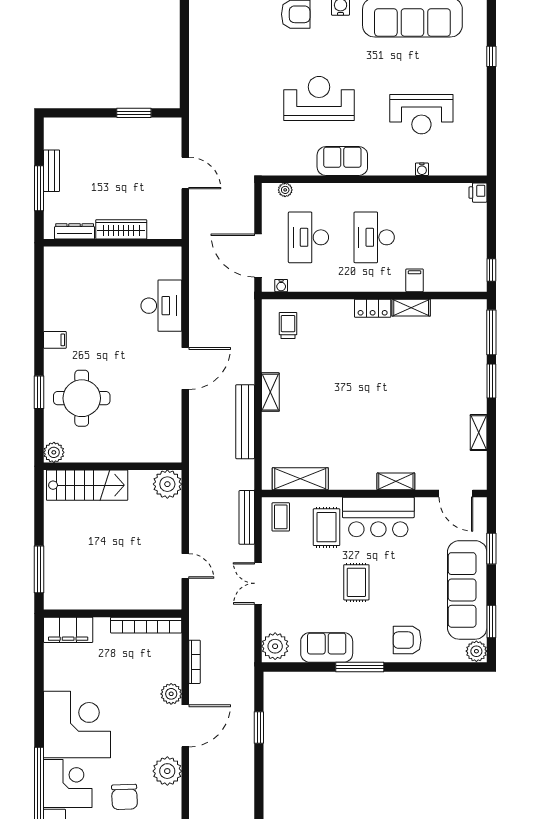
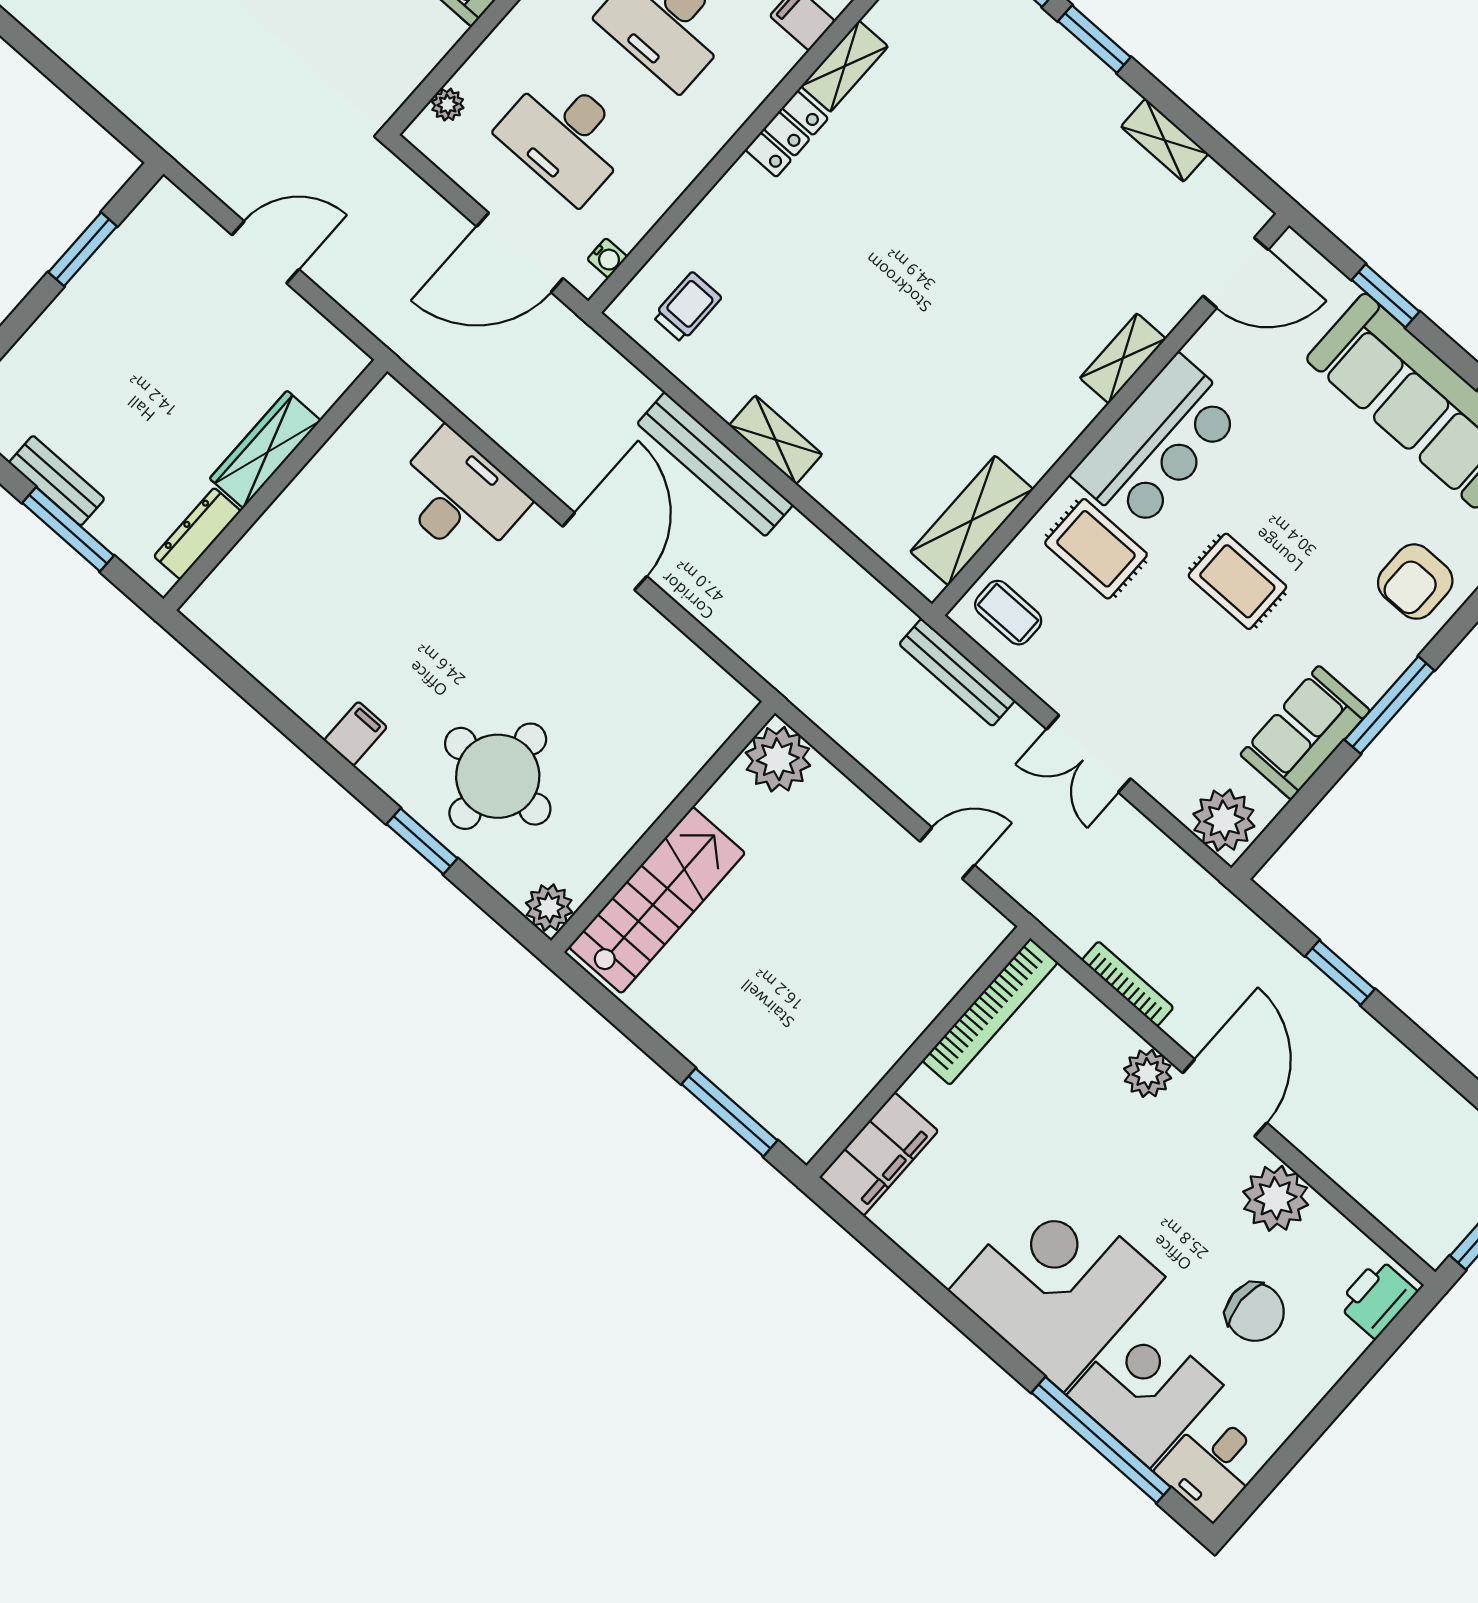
trolley: (288, 325) -> (687, 307), turned 90
bench: (245, 422) -> (715, 464), moved

